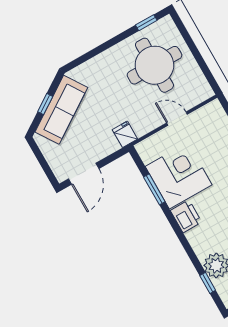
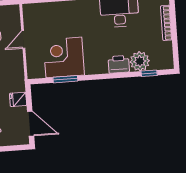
fridge: (125, 134) -> (18, 99), moved
printer: (186, 216) -> (119, 64), moved

